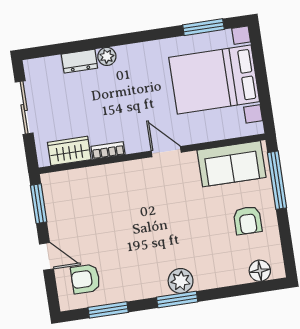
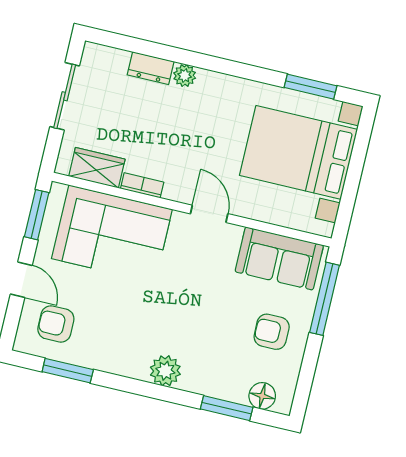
corner sofa: (100, 195) -> (112, 234), added
armchair: (248, 220) -> (272, 332), turned 90
window: (177, 299) -> (227, 408), moved

